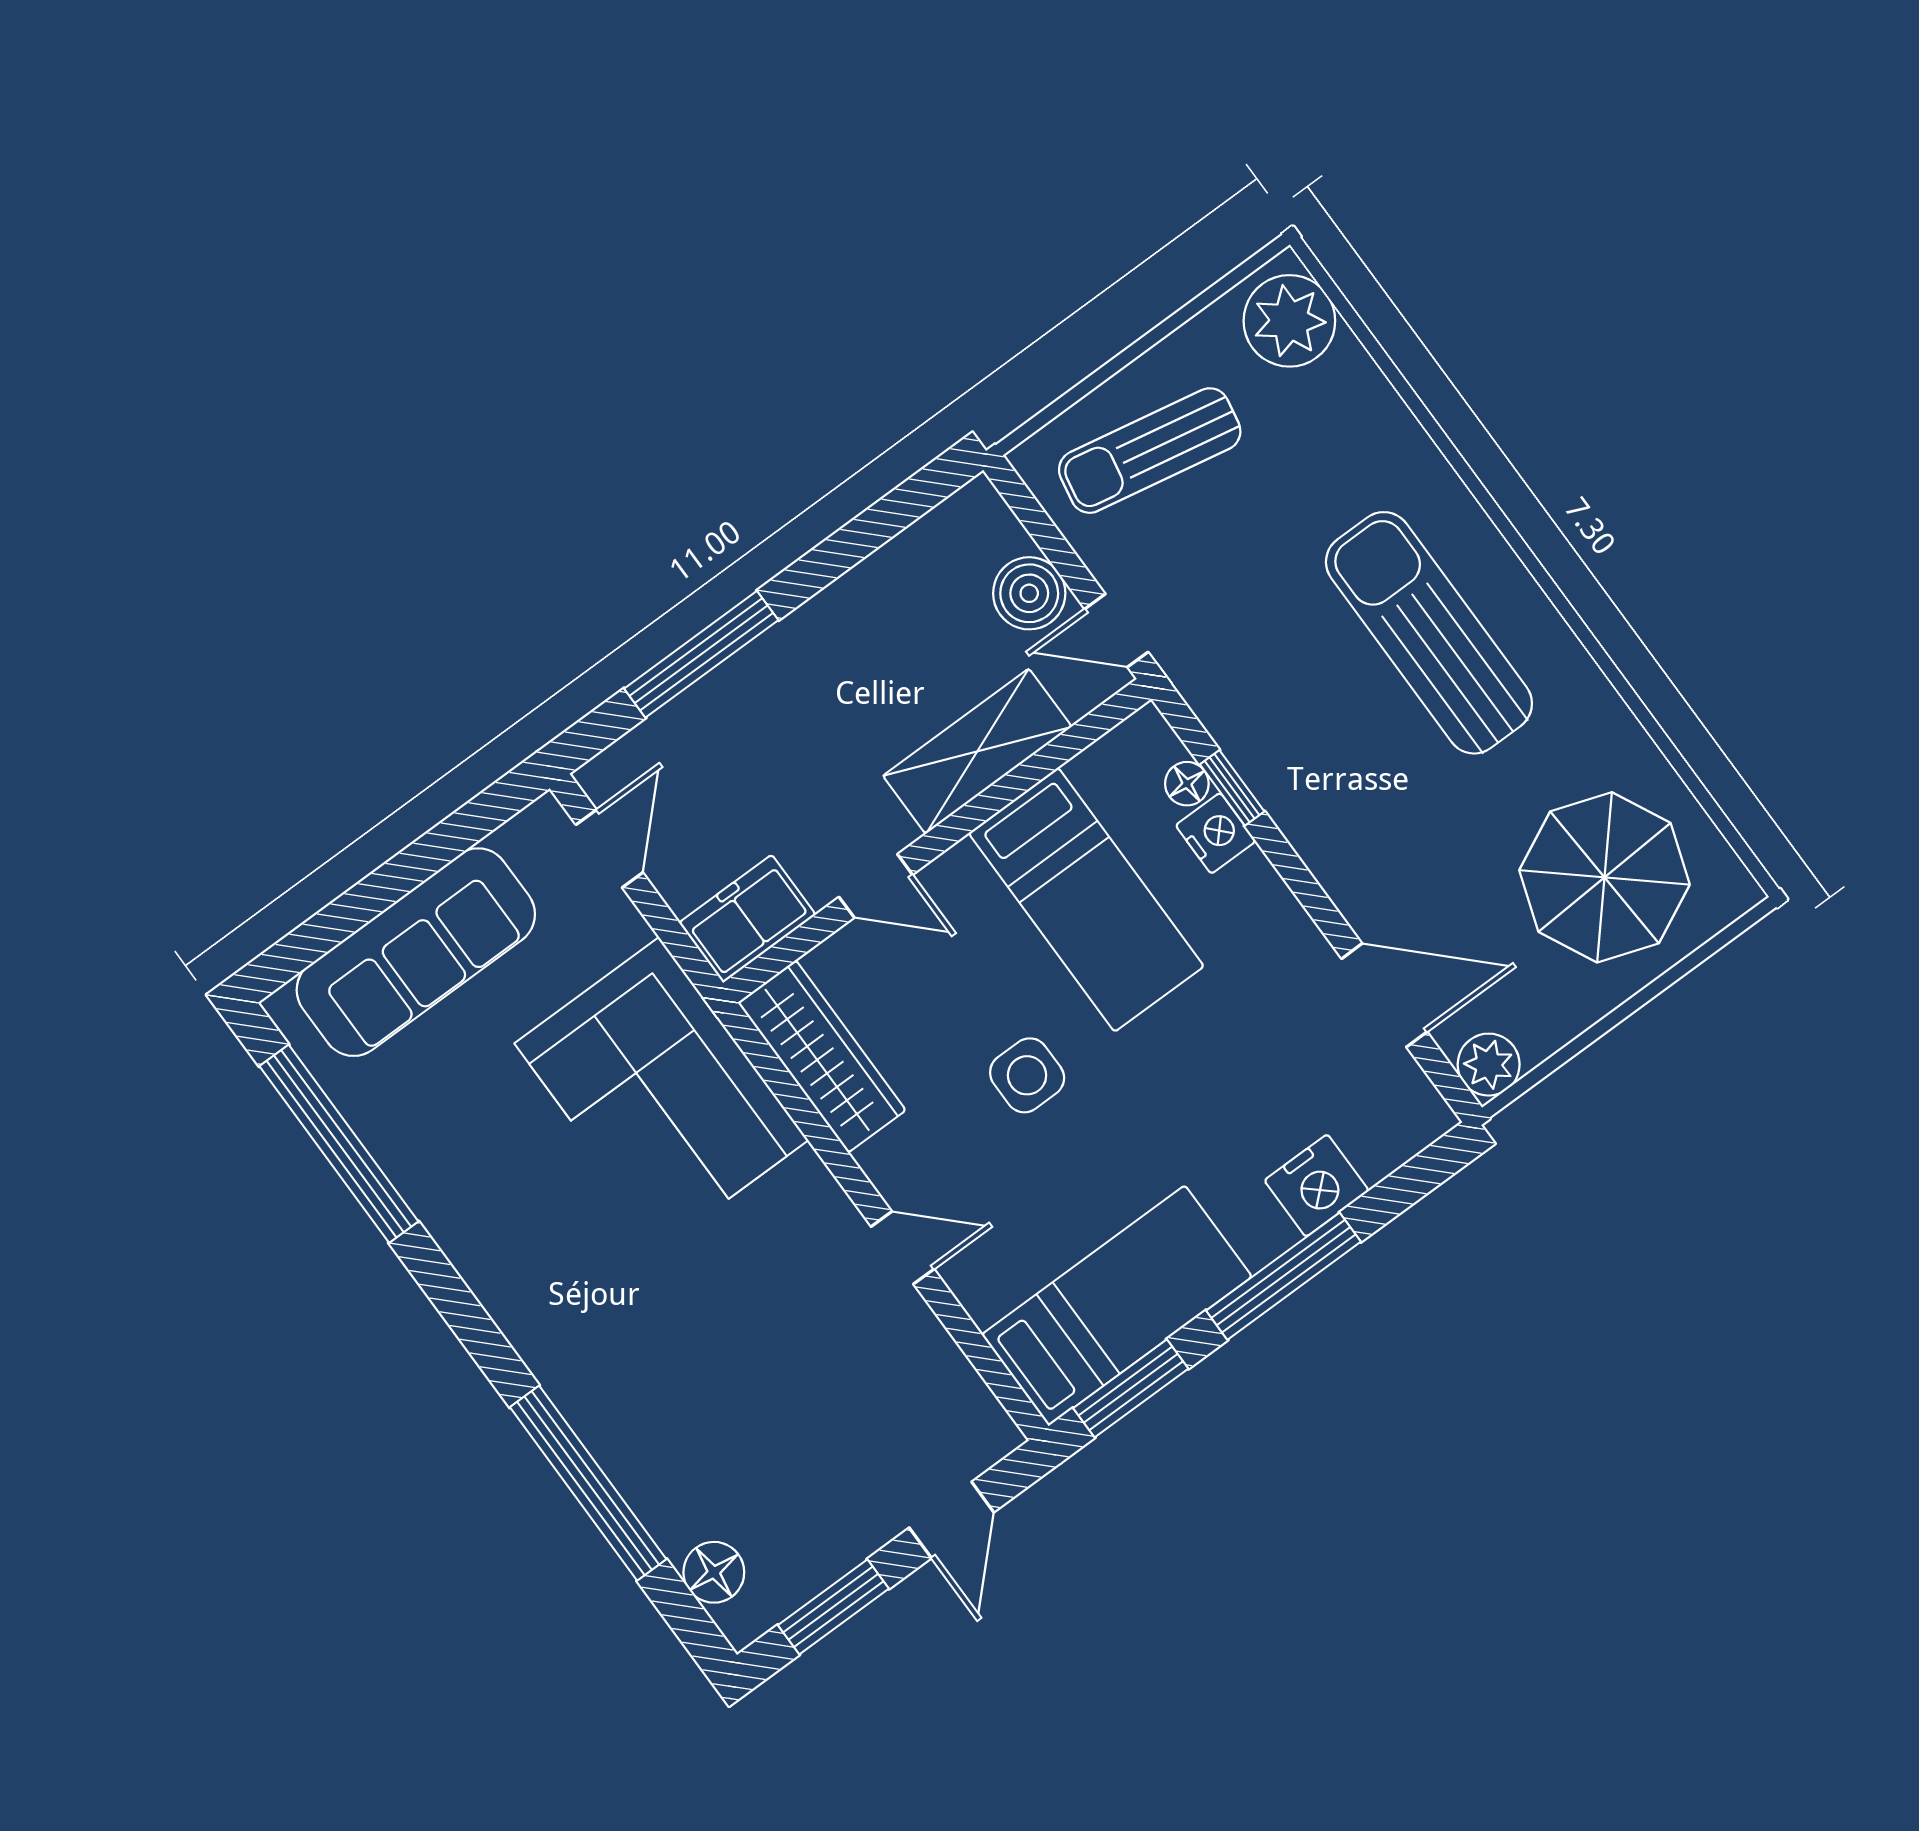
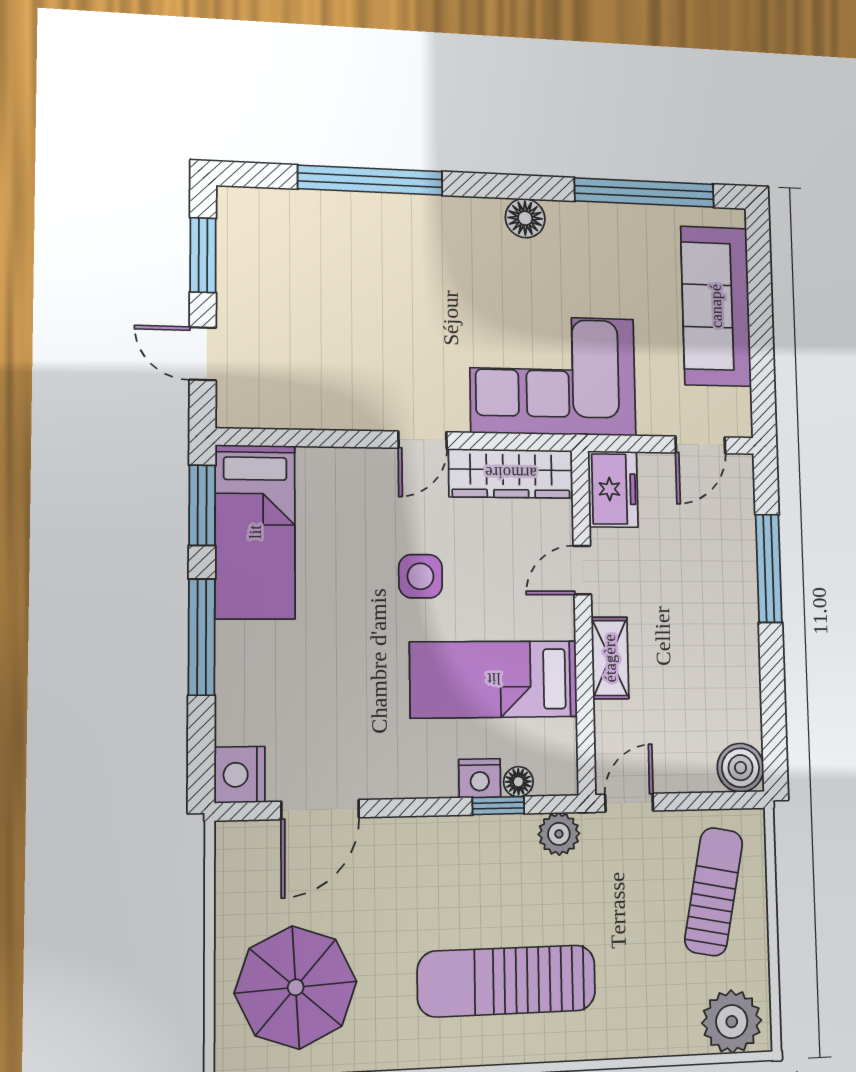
boiler: (1029, 593) -> (741, 768), moved
sun lounger: (1429, 633) -> (507, 981), turned 180
shelving: (977, 751) -> (610, 658), width x0.67, depth x0.75
door: (609, 849) -> (700, 445), hinge flipped
plant: (1489, 1065) -> (559, 834), moved
nightstand: (1317, 1186) -> (240, 775), moved
door: (903, 1248) -> (423, 440), moved
floor lamp: (714, 1572) -> (525, 218), moved

